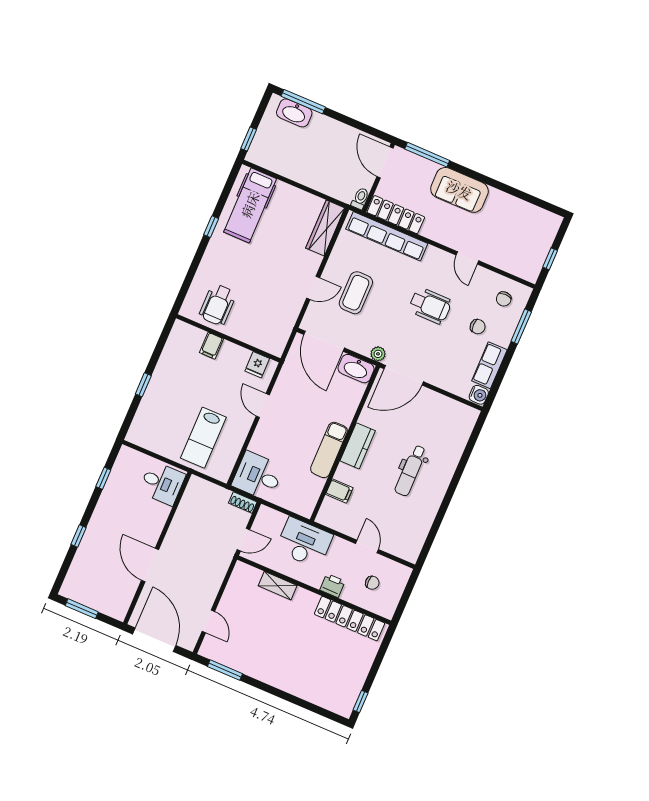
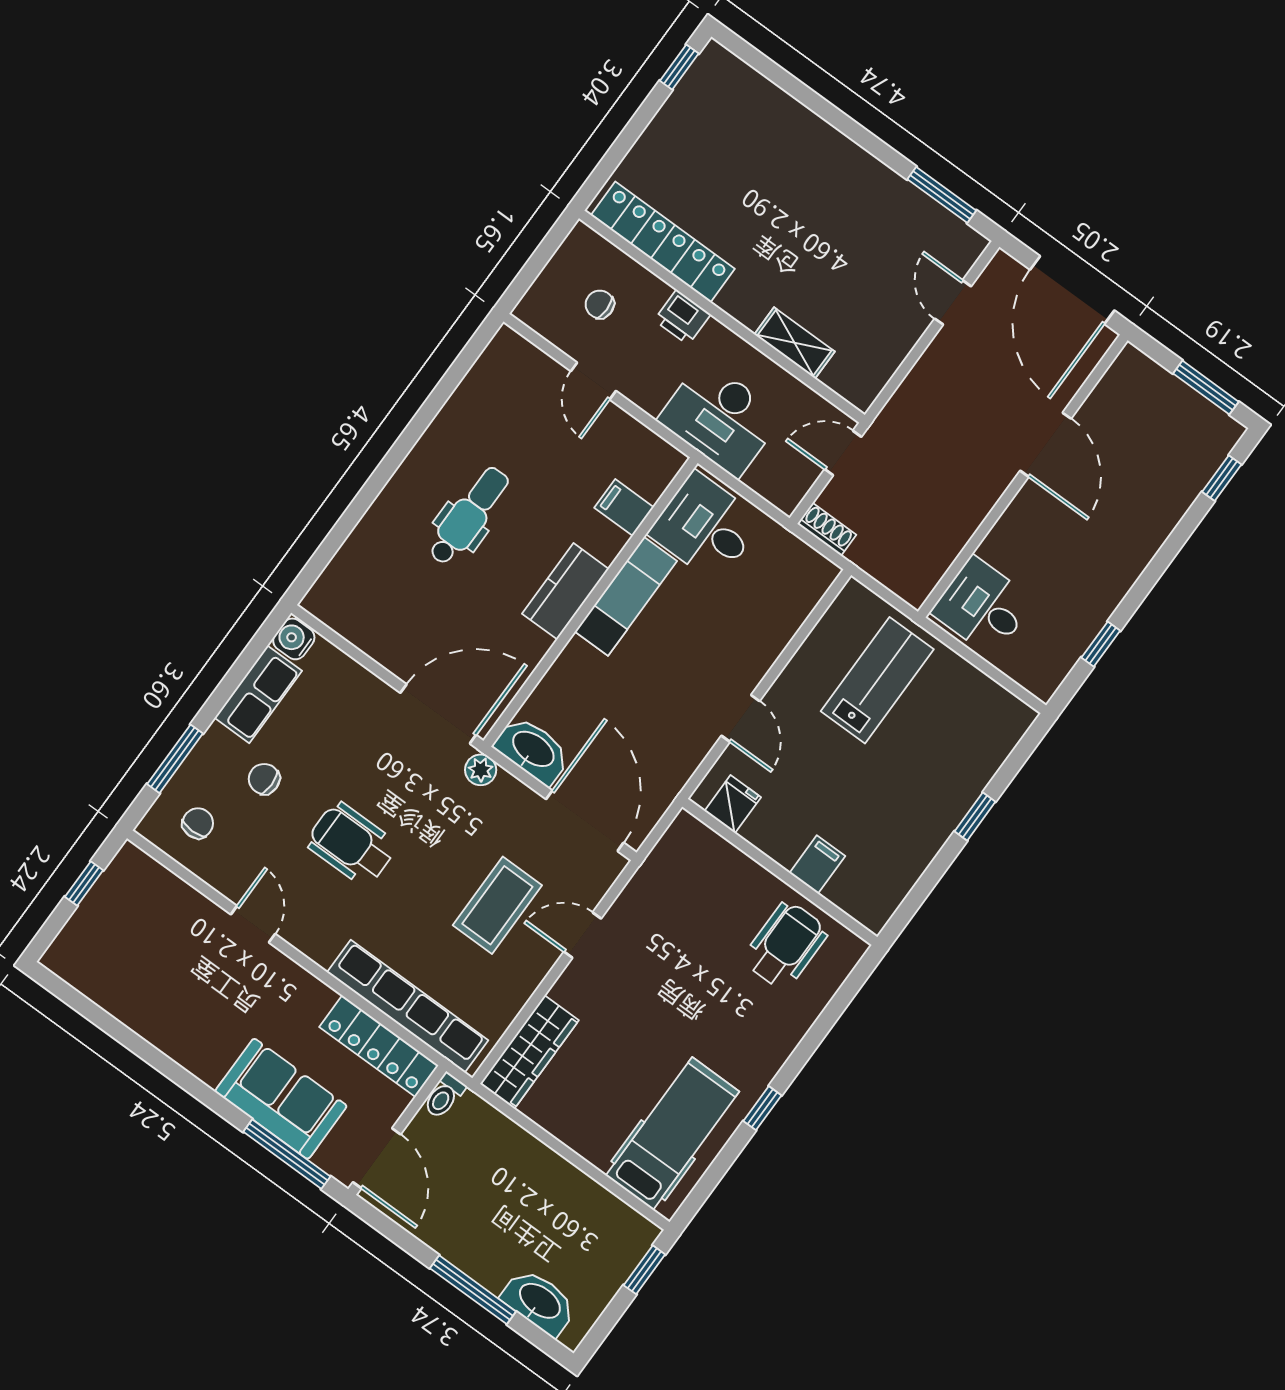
window: (303, 102) -> (473, 1290), moved
sofa: (459, 190) -> (281, 1099), moved
desk: (258, 476) -> (706, 527), moved, turned 180
window: (79, 536) -> (1222, 478), moved

